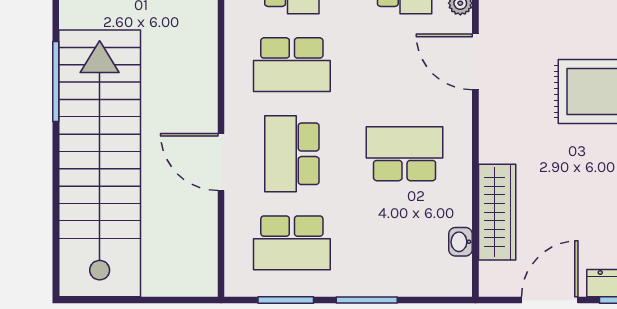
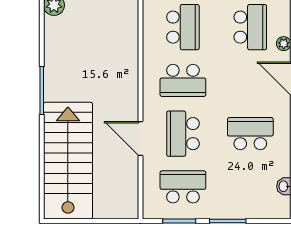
stairs: (100, 163) -> (68, 161), width x0.73
school desk: (292, 243) -> (183, 187), turned 180

